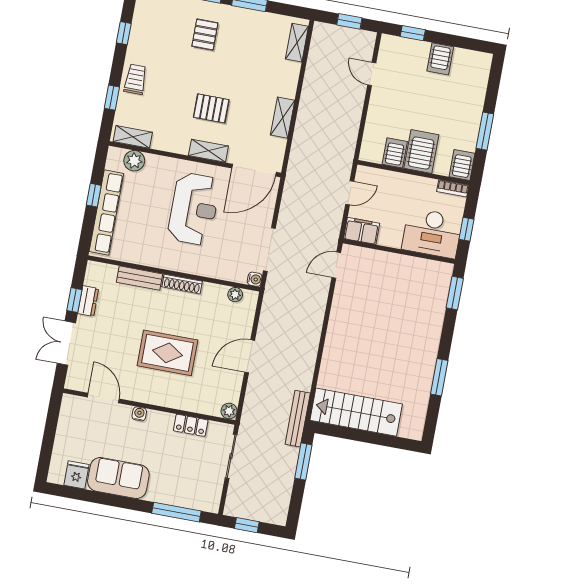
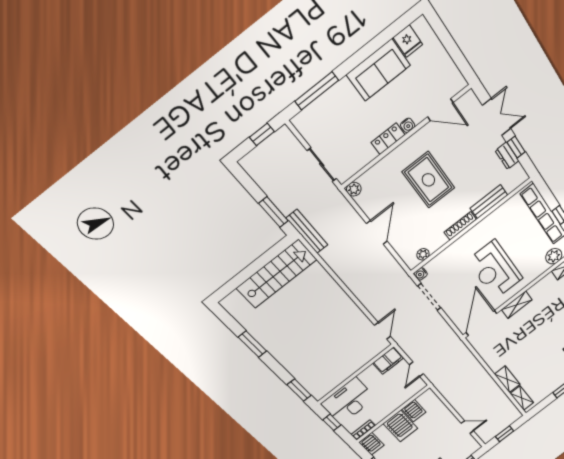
pallet: (211, 108) -> (536, 324), removed
shelving: (283, 118) -> (507, 379), moved
rug: (167, 353) -> (428, 180), turned 90
locker: (191, 425) -> (388, 139), moved

